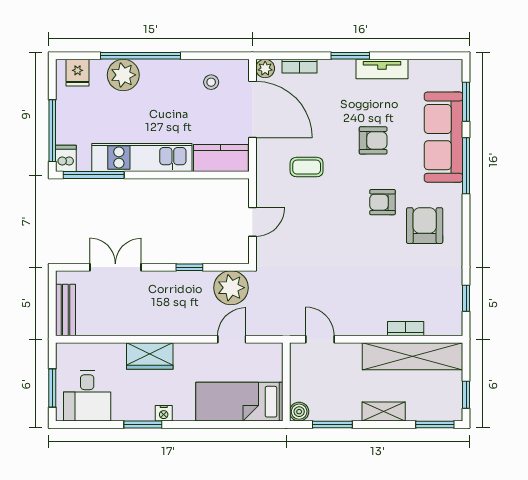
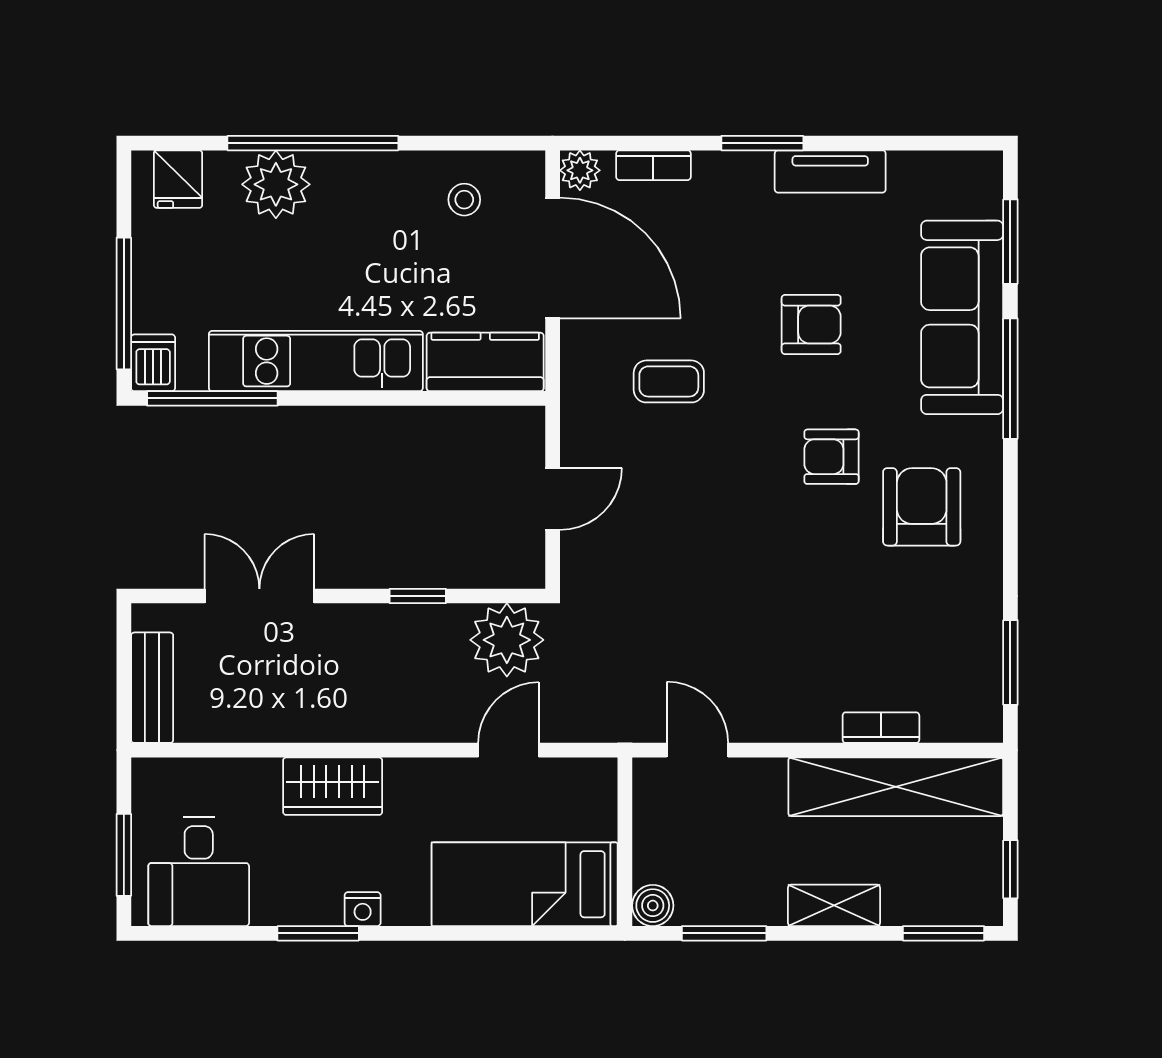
window: (466, 298) -> (1010, 663), width x1.50

